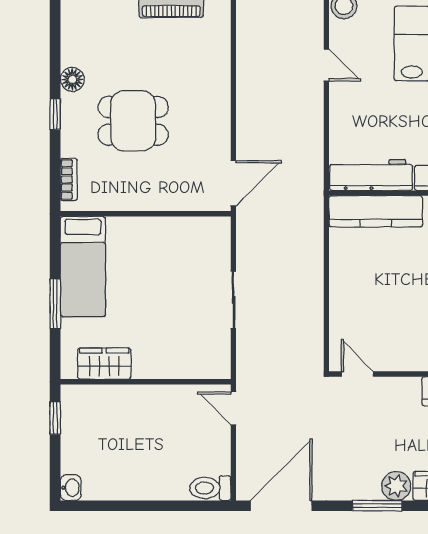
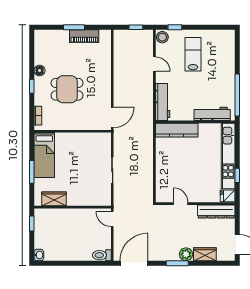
workbench: (371, 175) -> (163, 102), moved, turned 90
door: (357, 374) -> (181, 204), moved

